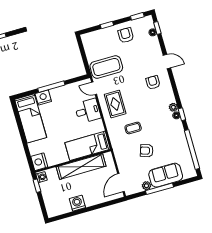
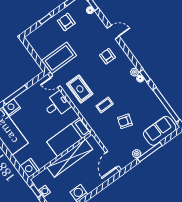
sofa: (166, 175) -> (160, 131), moved
washing machine: (41, 177) -> (44, 191), moved

